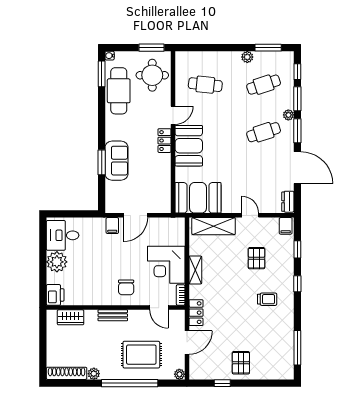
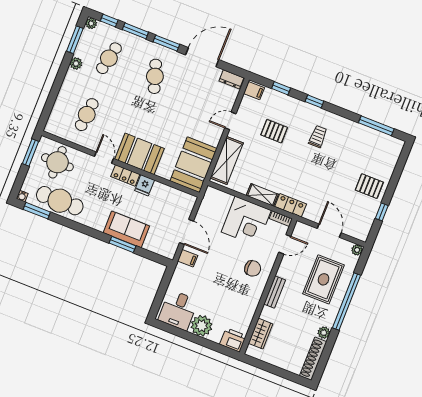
cafe table: (264, 85) -> (109, 58), turned 30
plant: (288, 115) -> (91, 23), moved
fridge: (162, 161) -> (145, 185), added
locker: (196, 313) -> (291, 205), moved

